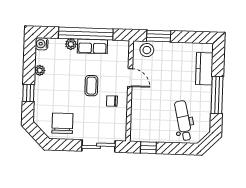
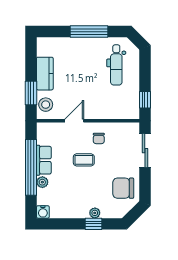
kitchen counter: (204, 69) -> (45, 74), moved, turned -90
plant: (40, 70) -> (95, 213), moved
dental chair: (183, 121) -> (116, 65), turned -77

